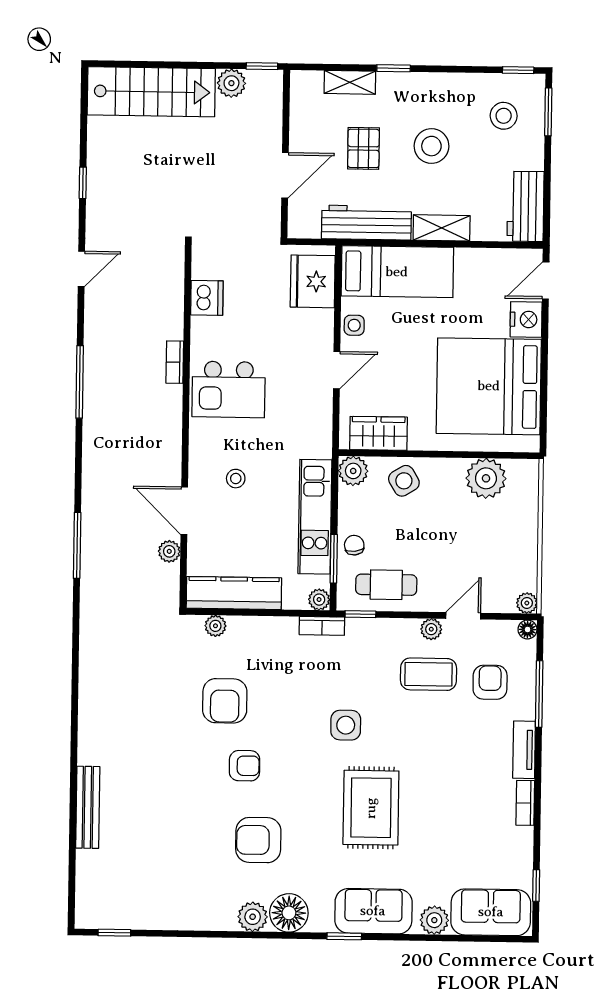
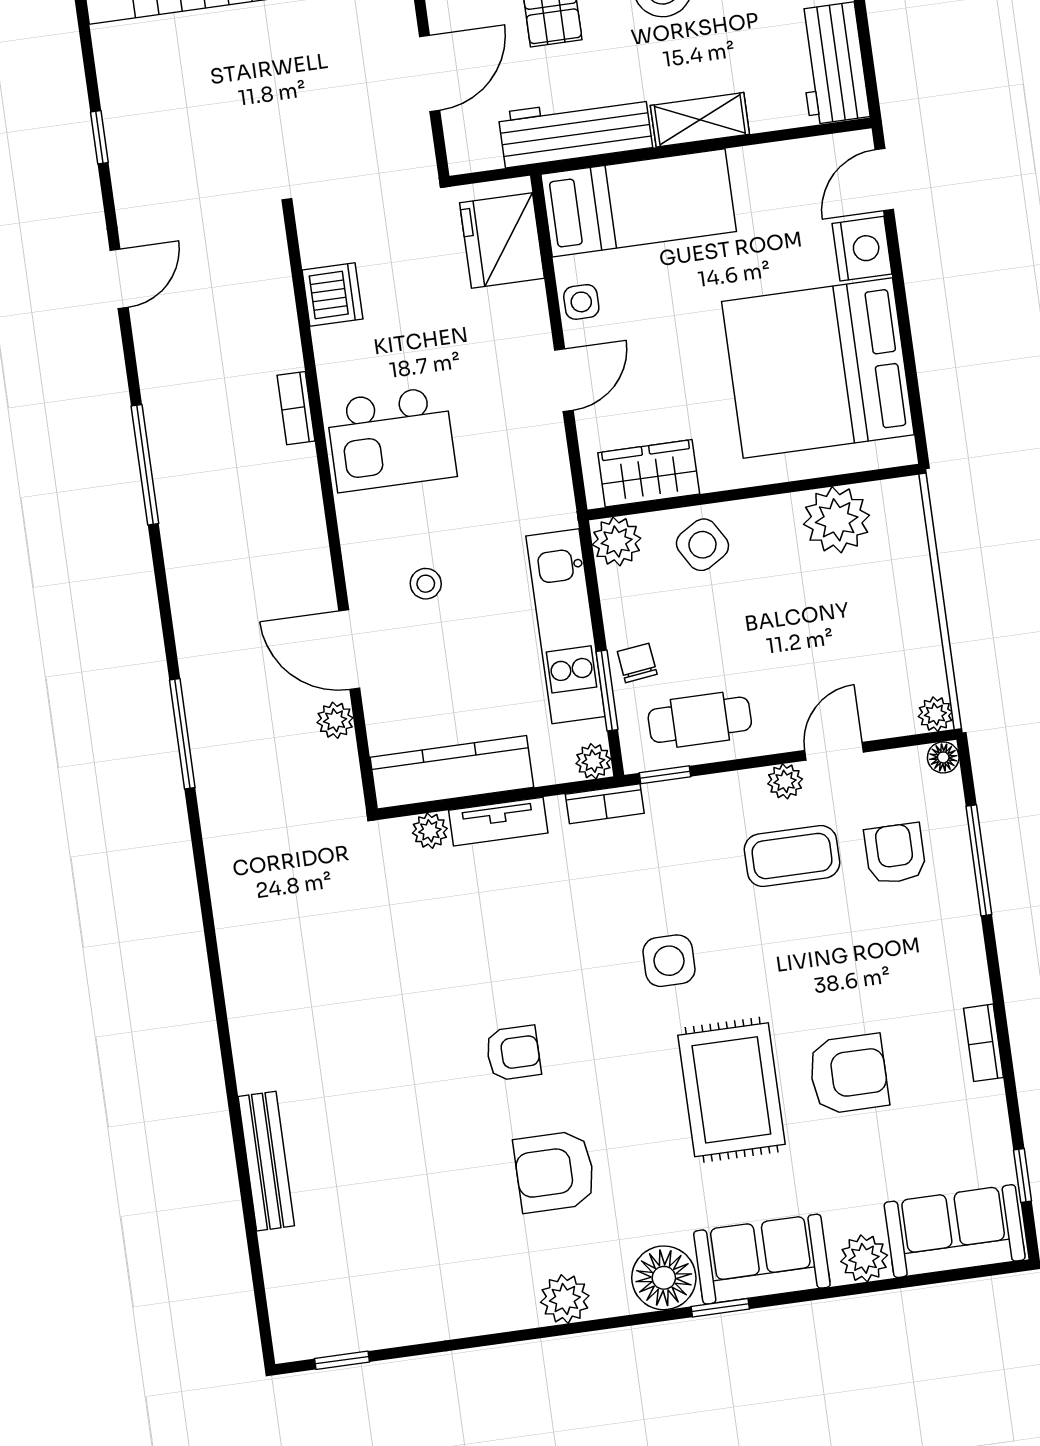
armchair: (225, 701) -> (849, 1074), moved, turned -90
tv unit: (524, 750) -> (498, 822), moved, turned -90
floor lamp: (289, 913) -> (664, 1278), moved

